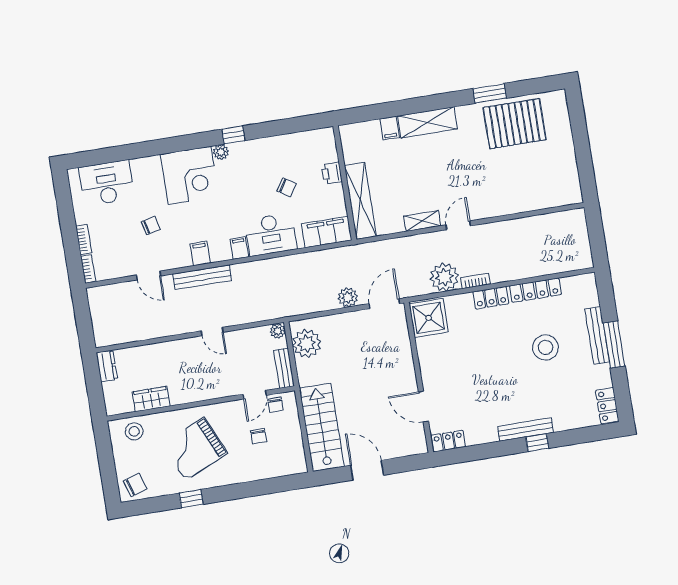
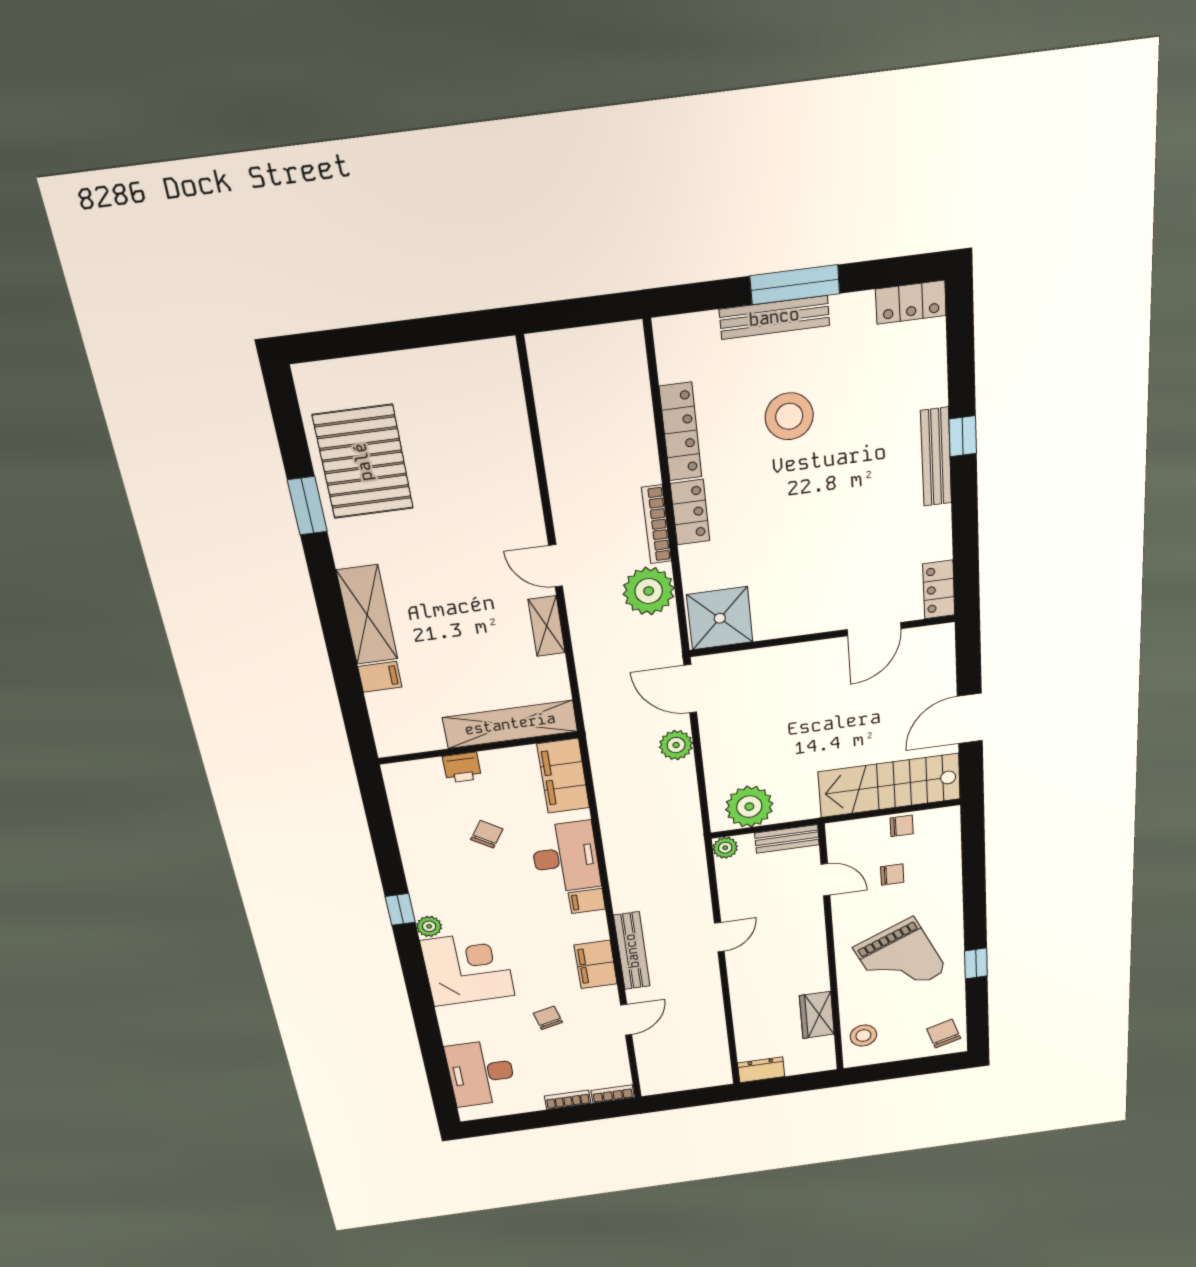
filing cabinet: (200, 253) -> (596, 964), width x2.00
bookcase: (475, 281) -> (656, 525), width x1.56
chair: (276, 405) -> (902, 826), moved

